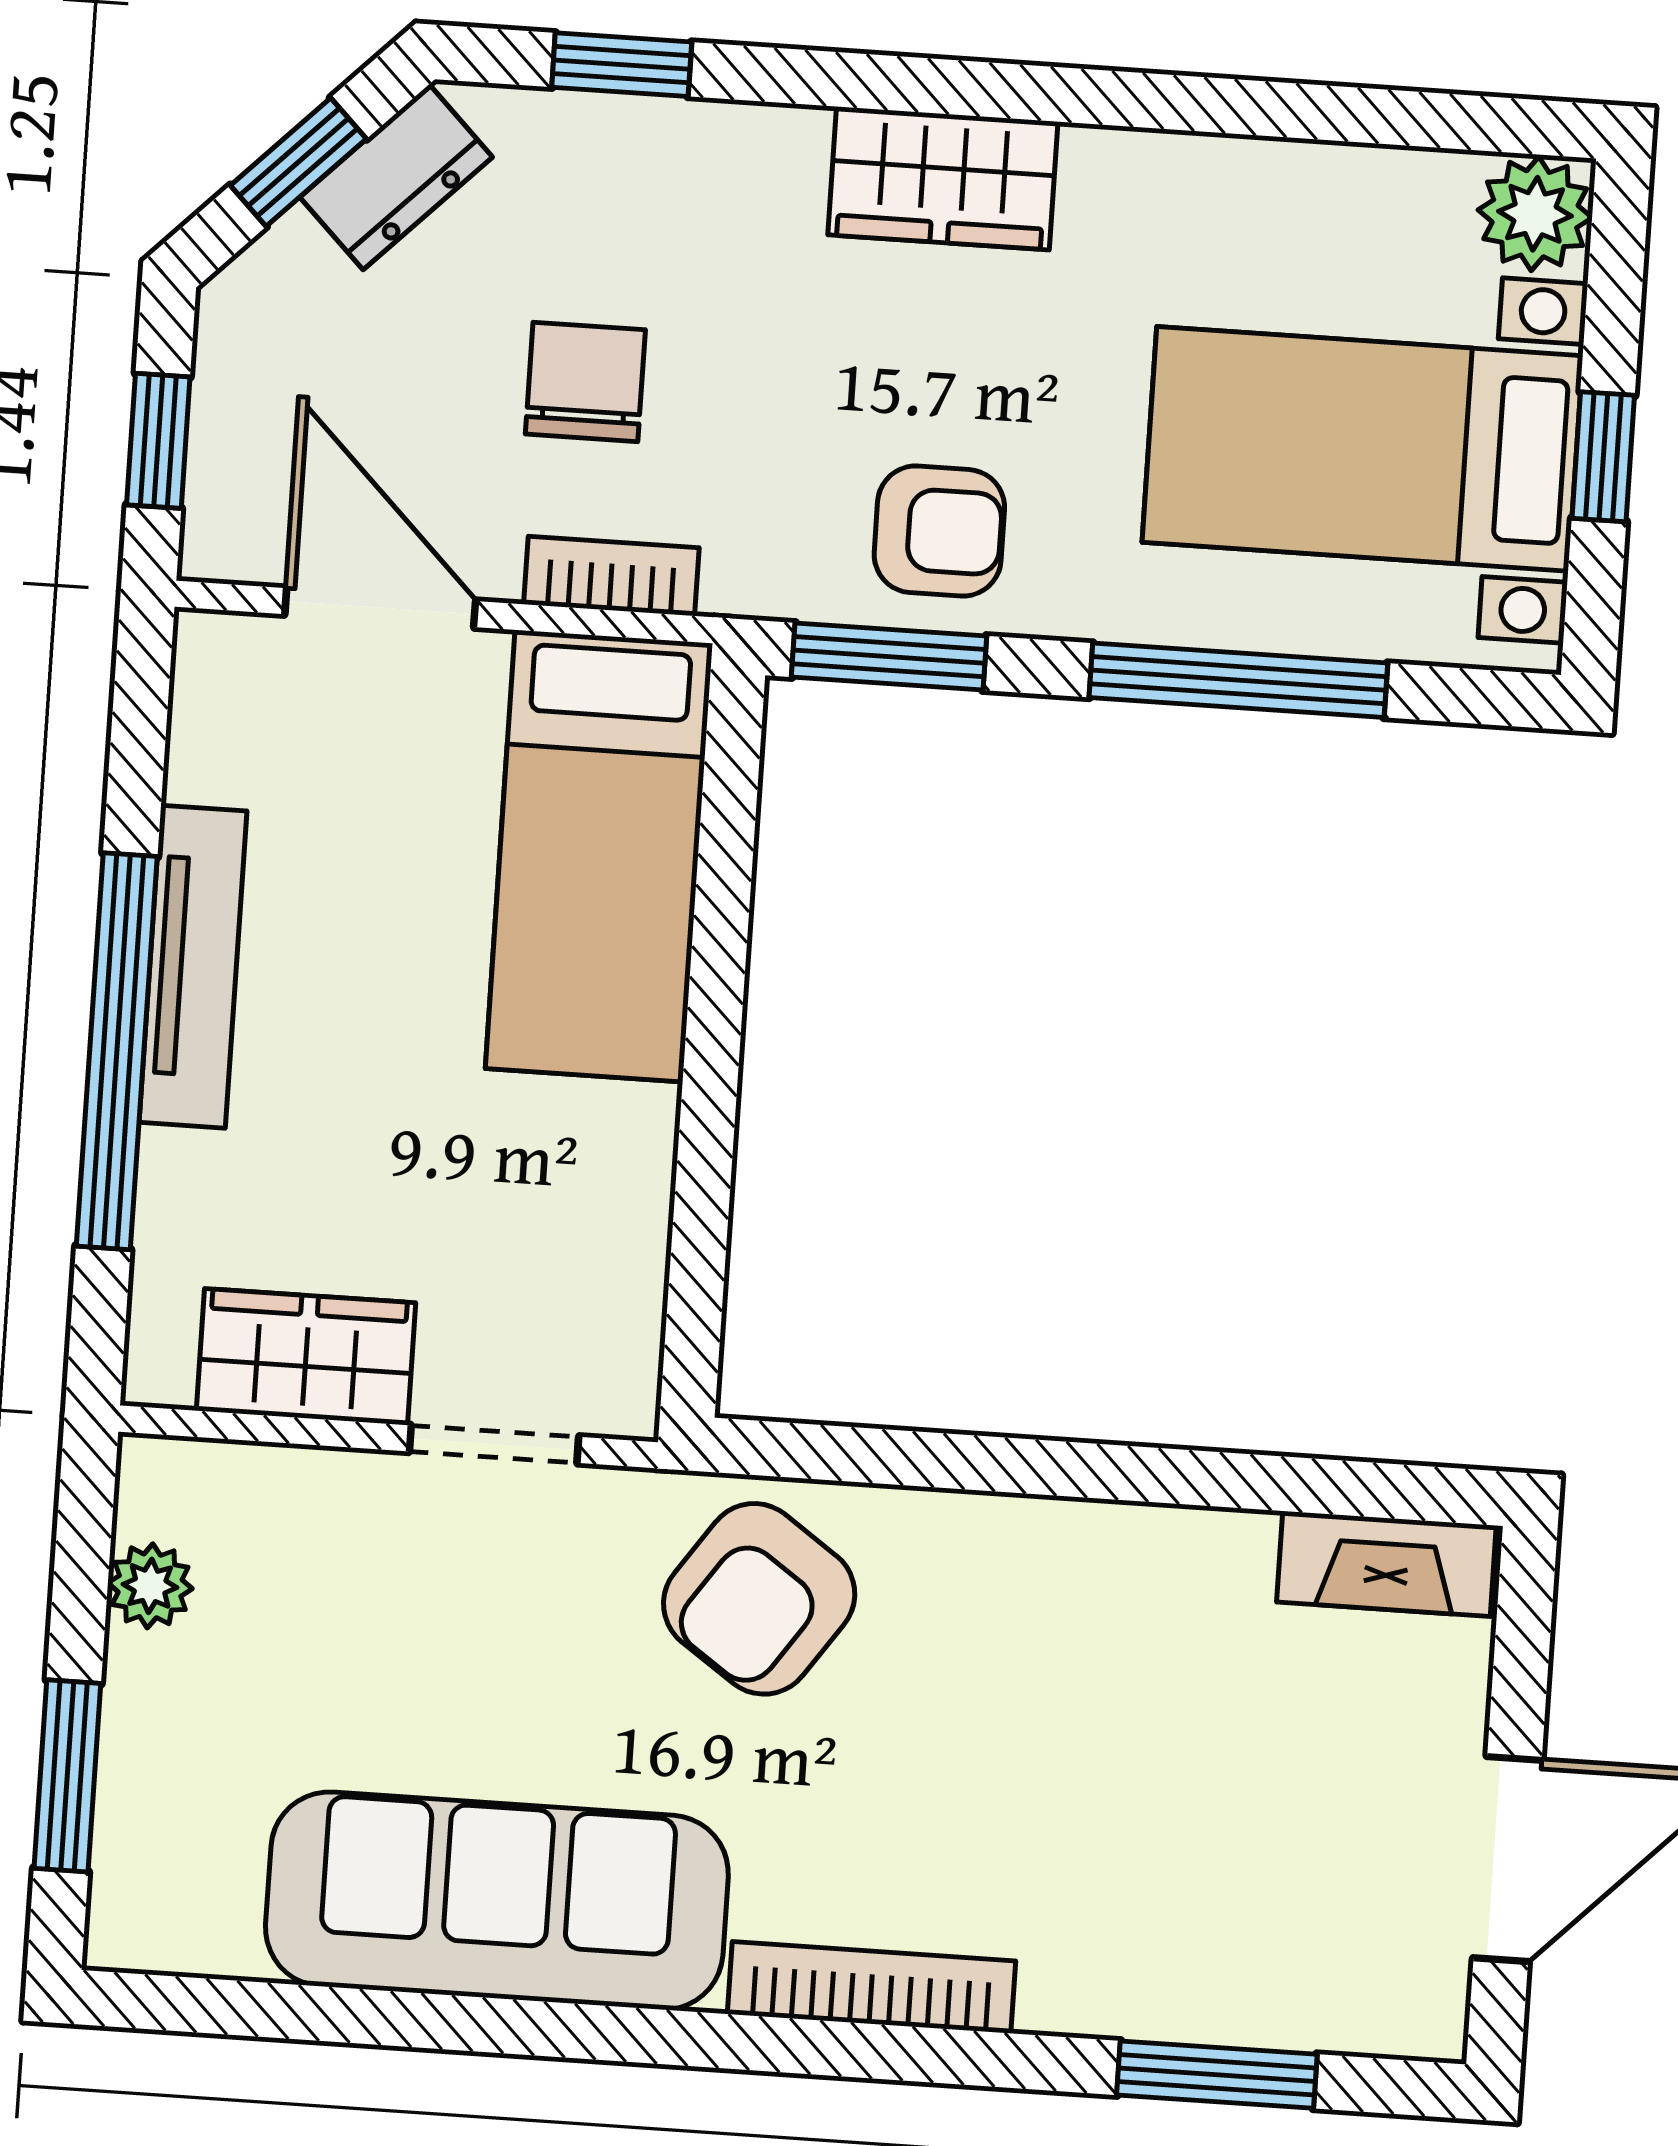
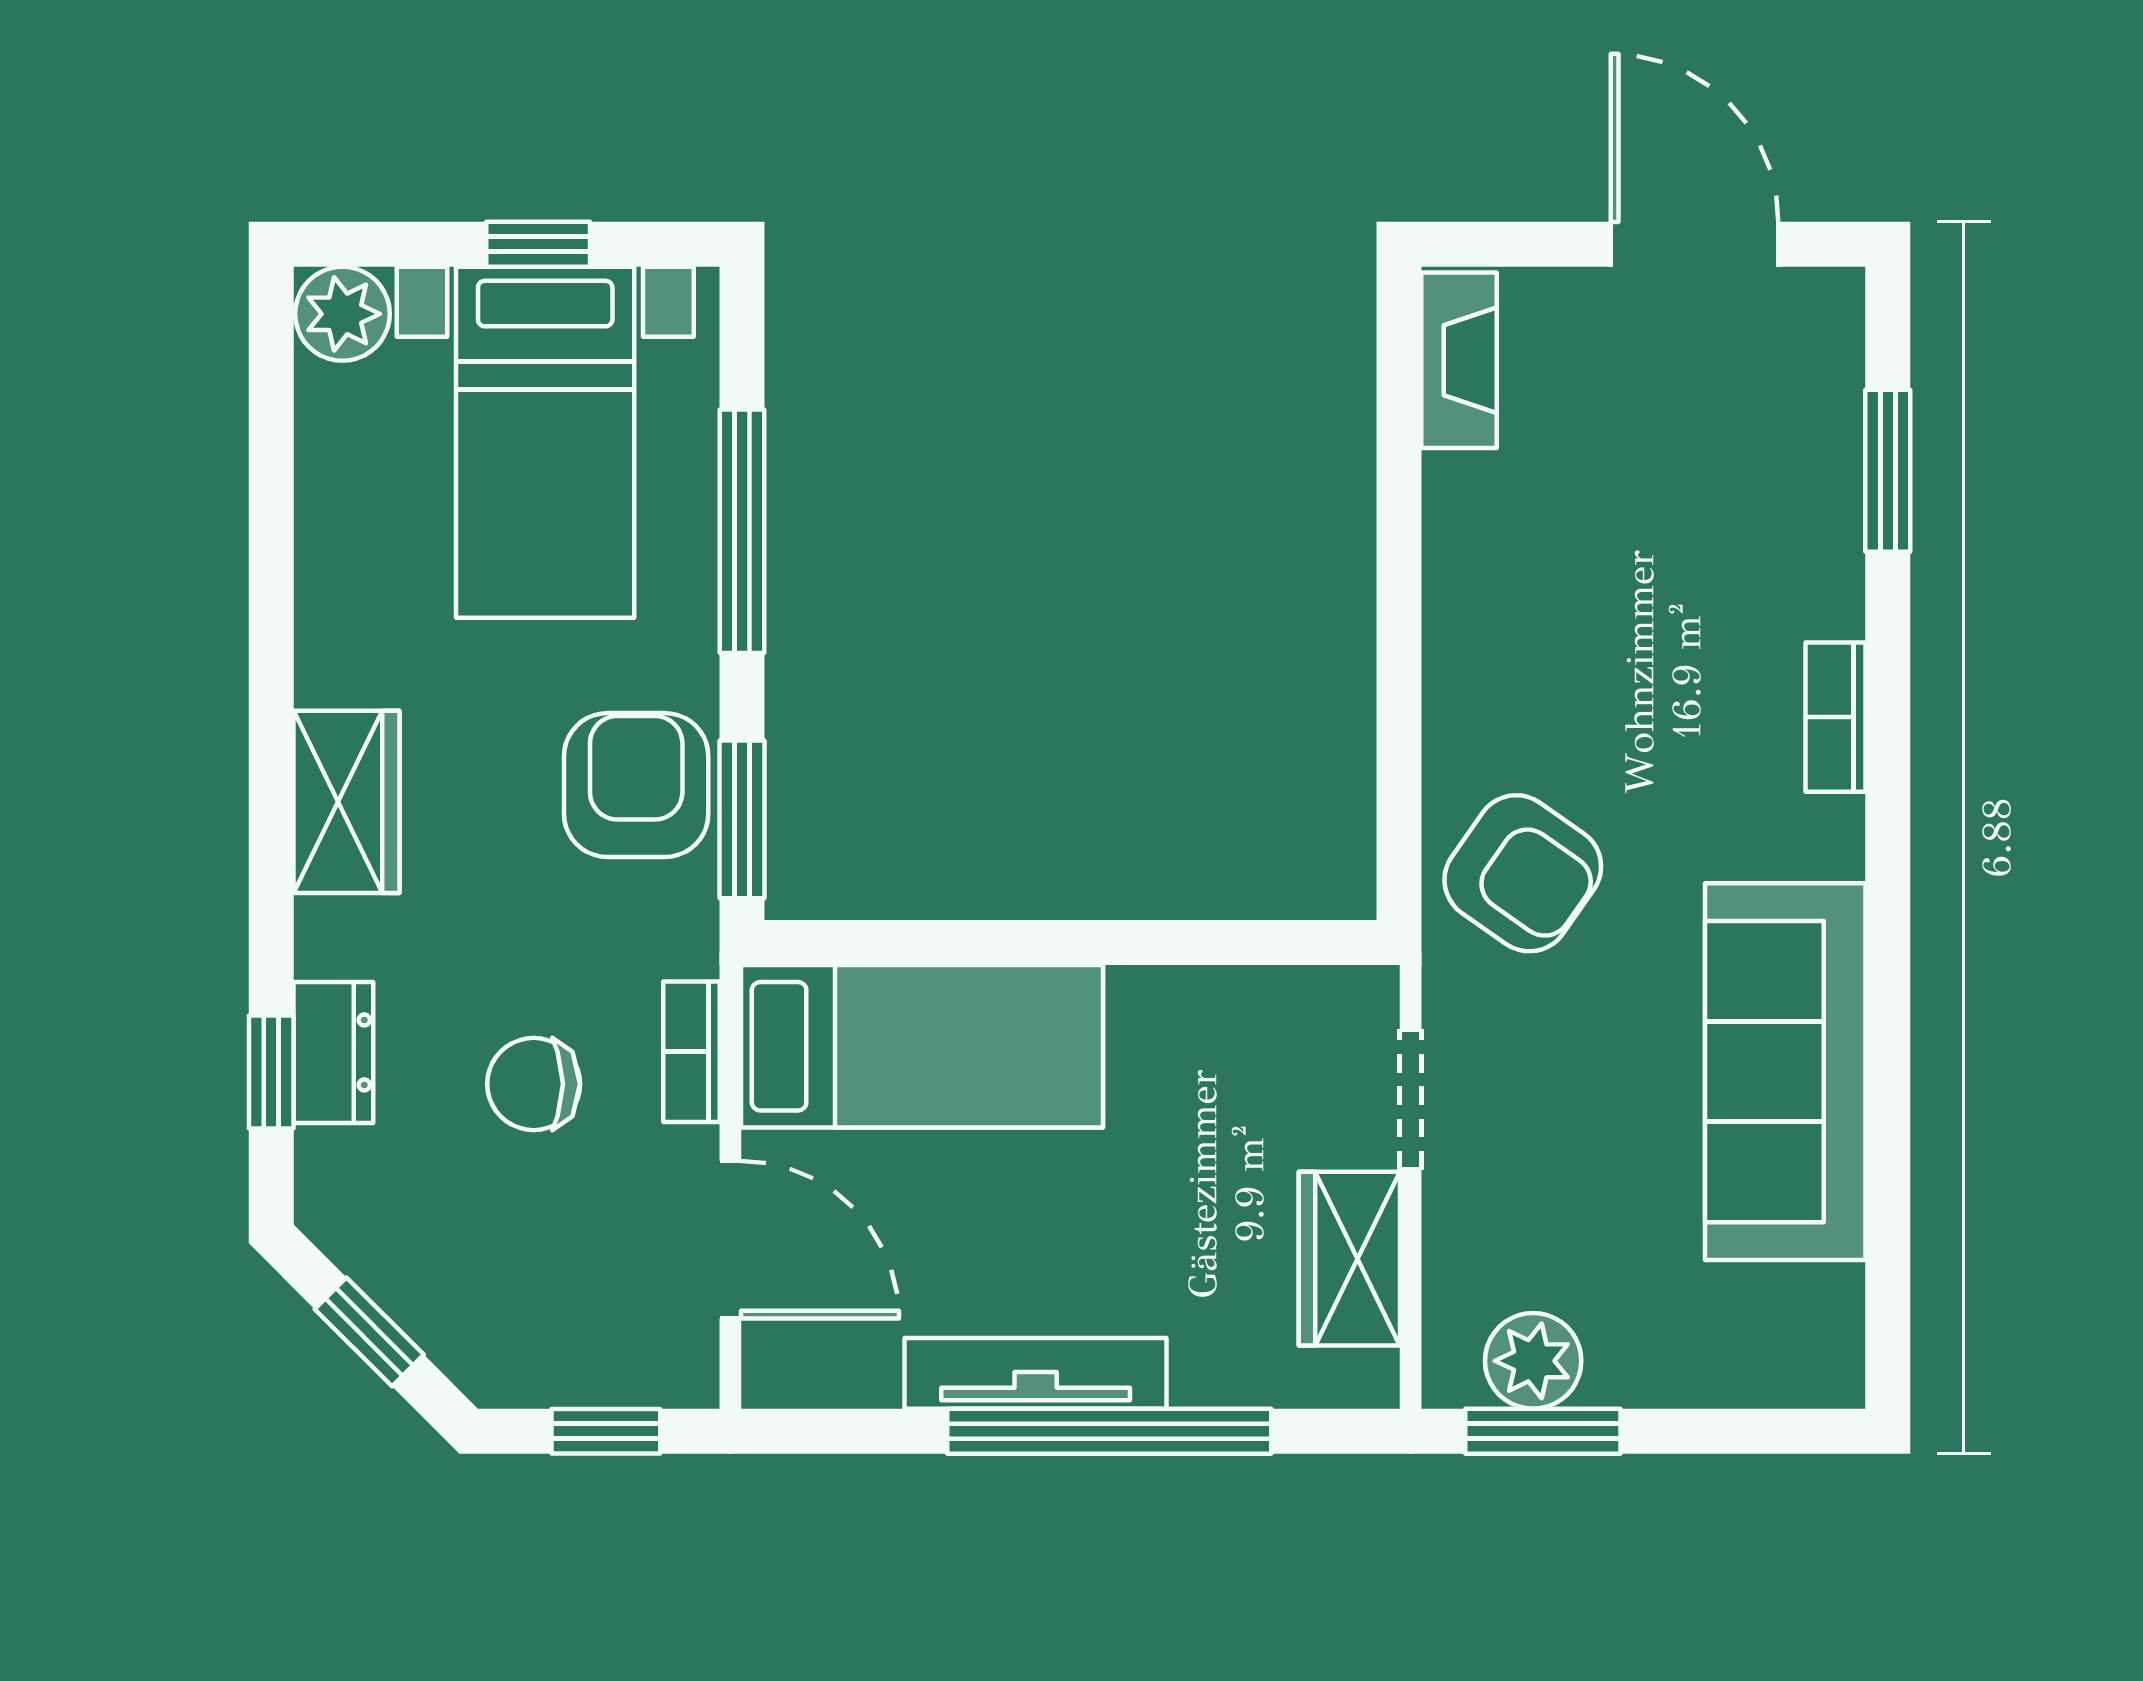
dresser: (396, 177) -> (333, 1052), moved, turned 45
armchair: (939, 531) -> (636, 785), width x1.38, depth x1.38
door: (380, 608) -> (730, 1240), swing flipped
plant: (150, 1586) -> (1533, 1361), width x1.38, depth x1.38
window: (67, 1776) -> (1543, 1431), moved
bookcase: (872, 1987) -> (1835, 717), width x0.64

